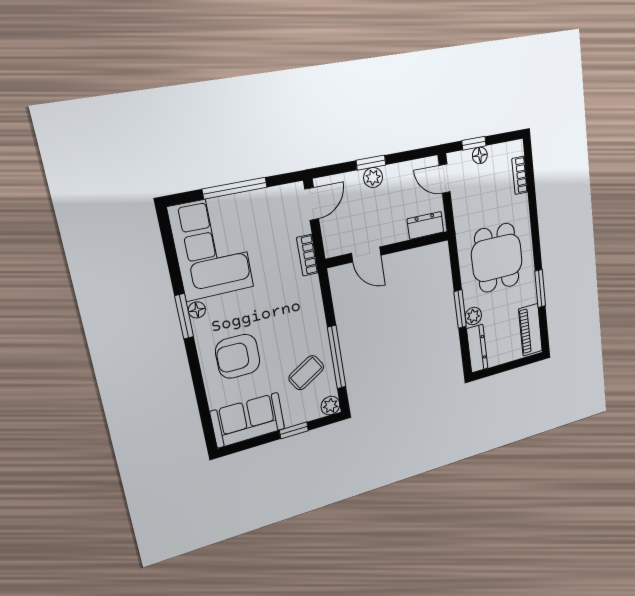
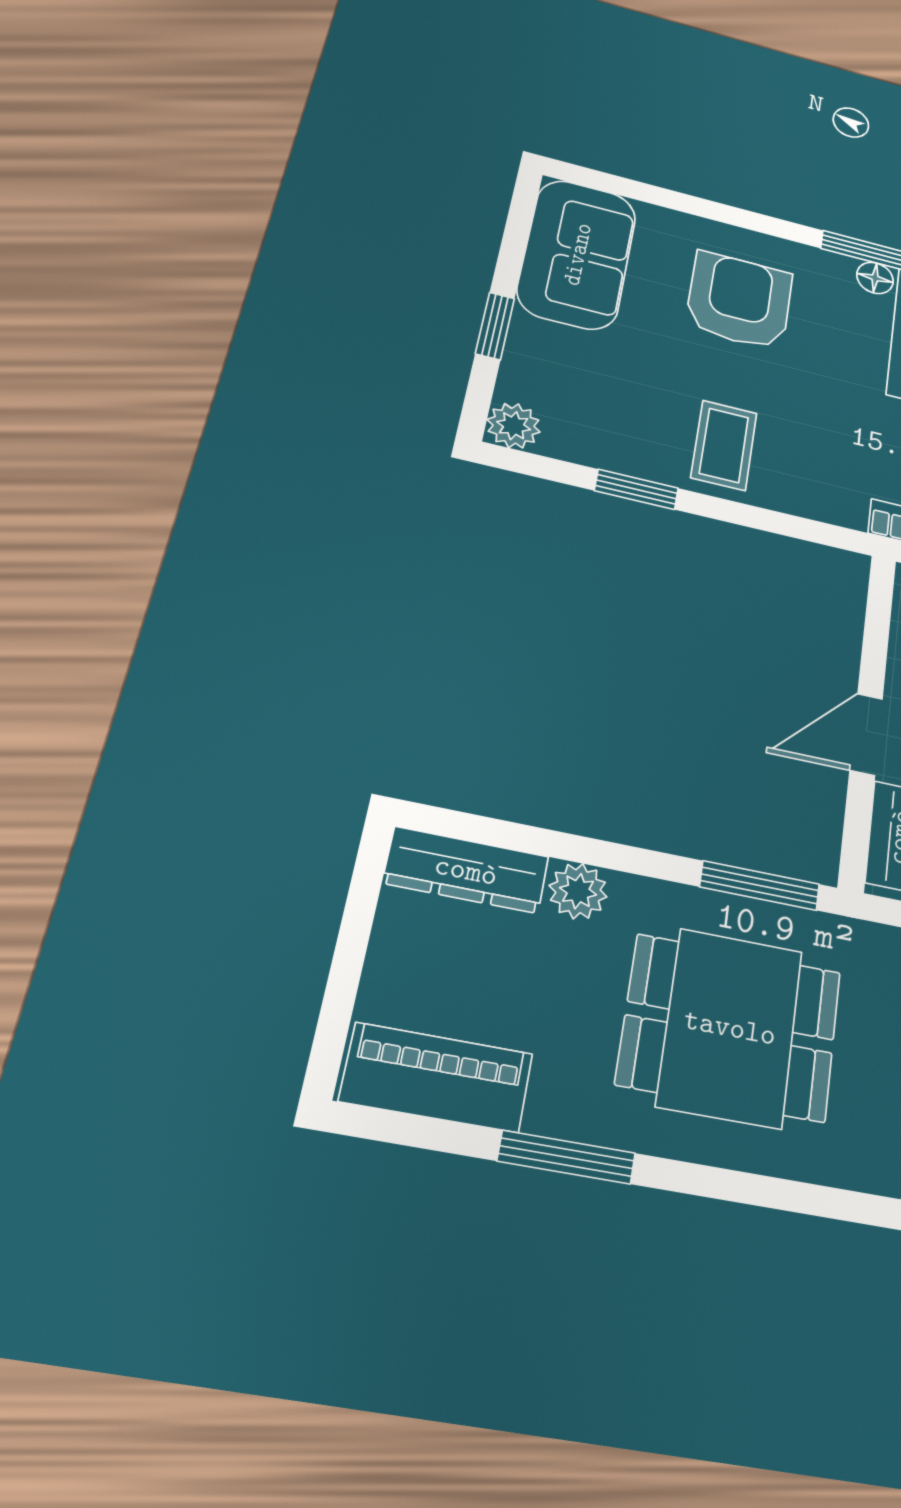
door: (366, 254) -> (866, 734), moved
window: (460, 309) -> (760, 886), moved
window: (337, 357) -> (636, 489), width x0.46
coffee table: (306, 373) -> (724, 445), moved, turned 31

